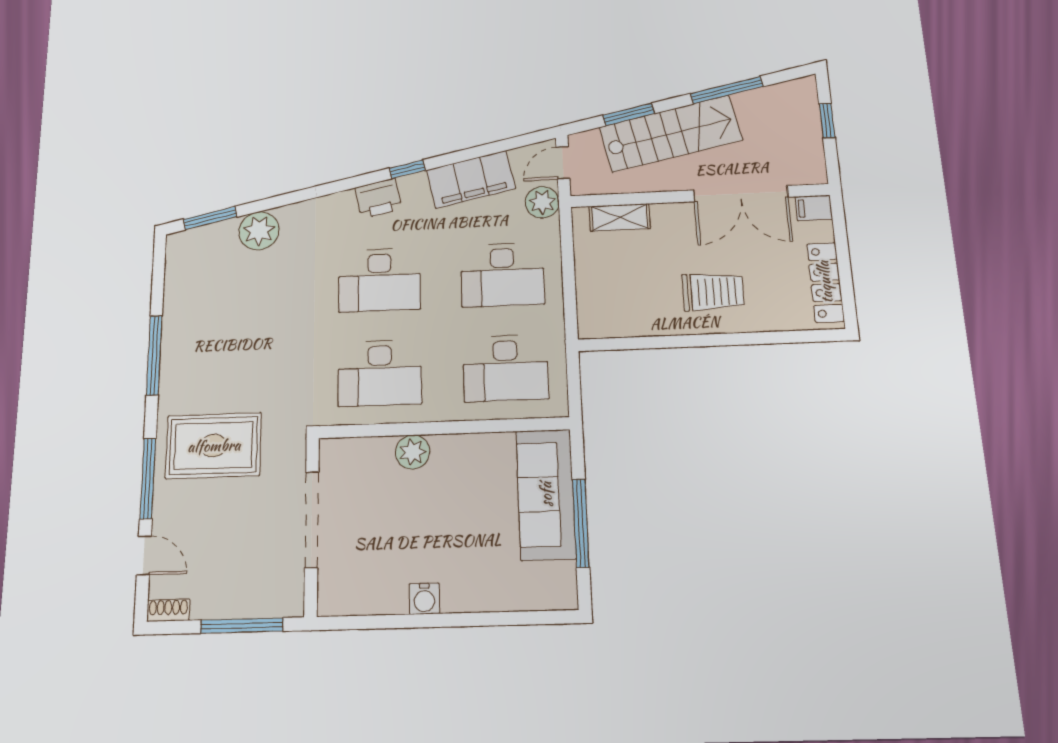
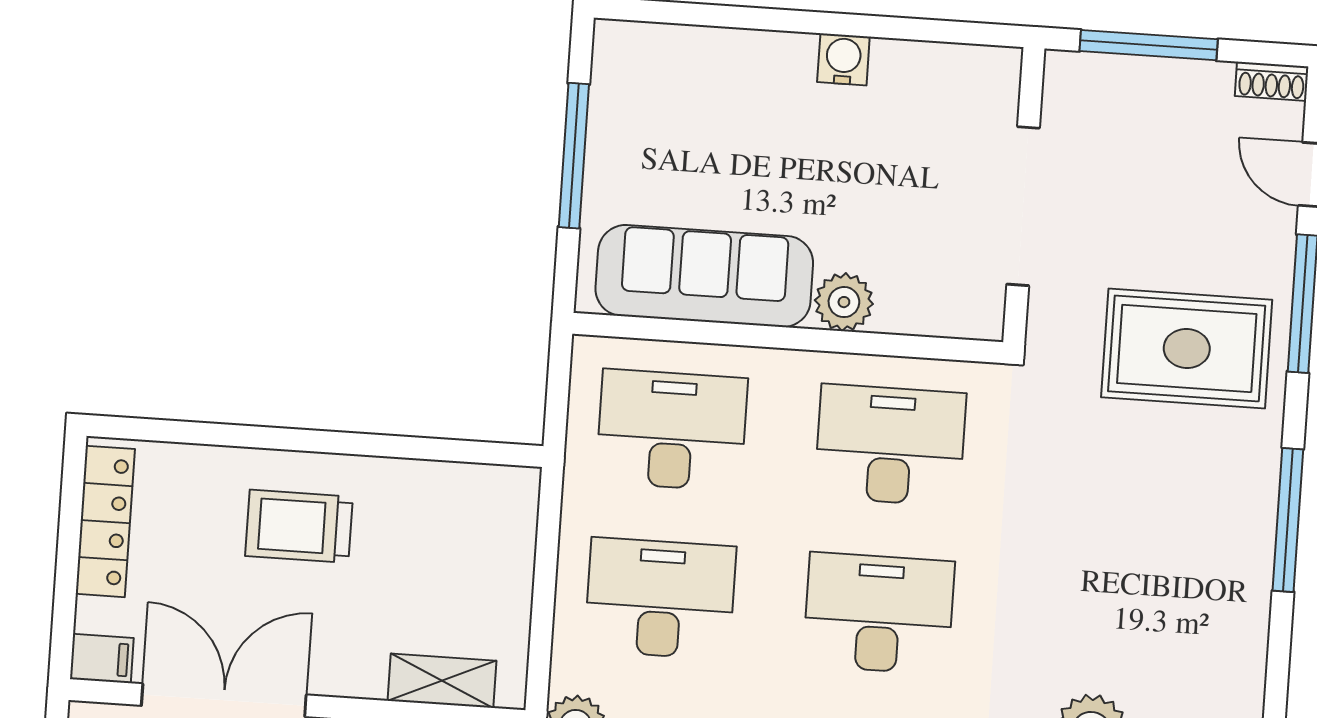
sofa: (546, 494) -> (704, 276), moved, turned -90

